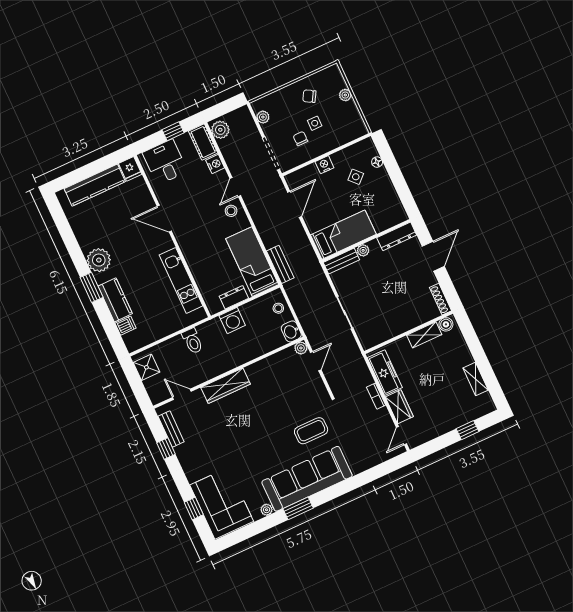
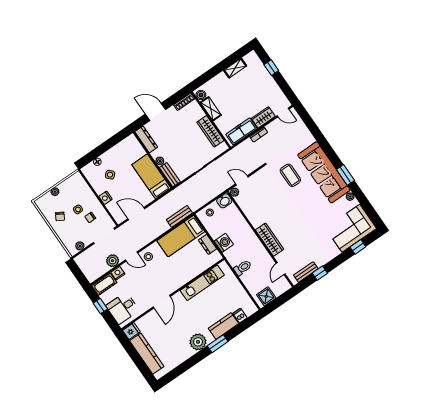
plant: (220, 130) -> (113, 261), moved
wardrobe: (392, 329) -> (210, 131), added

